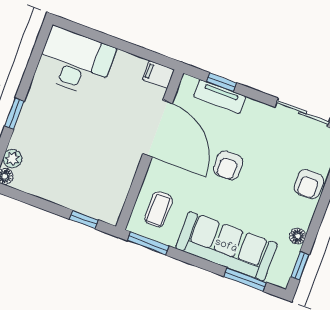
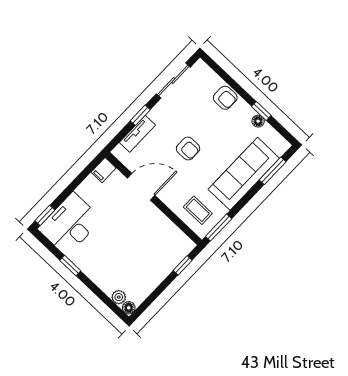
window: (73, 27) -> (45, 215), added
window: (221, 82) -> (140, 115), moved
window: (14, 114) -> (70, 266), moved
door: (158, 129) -> (141, 187), width x0.73
window: (300, 266) -> (261, 111), moved

